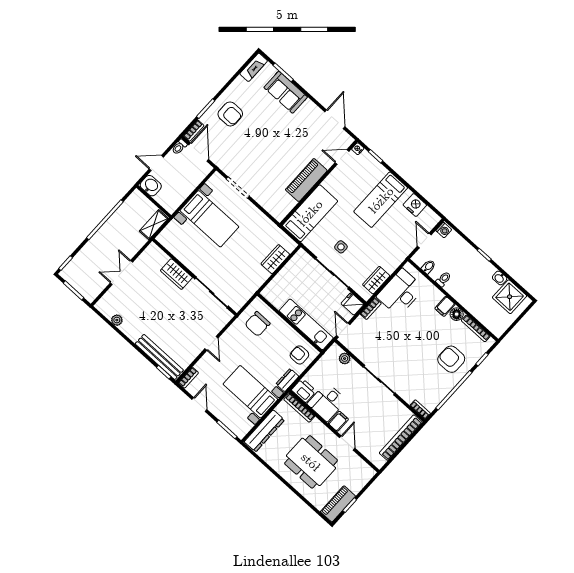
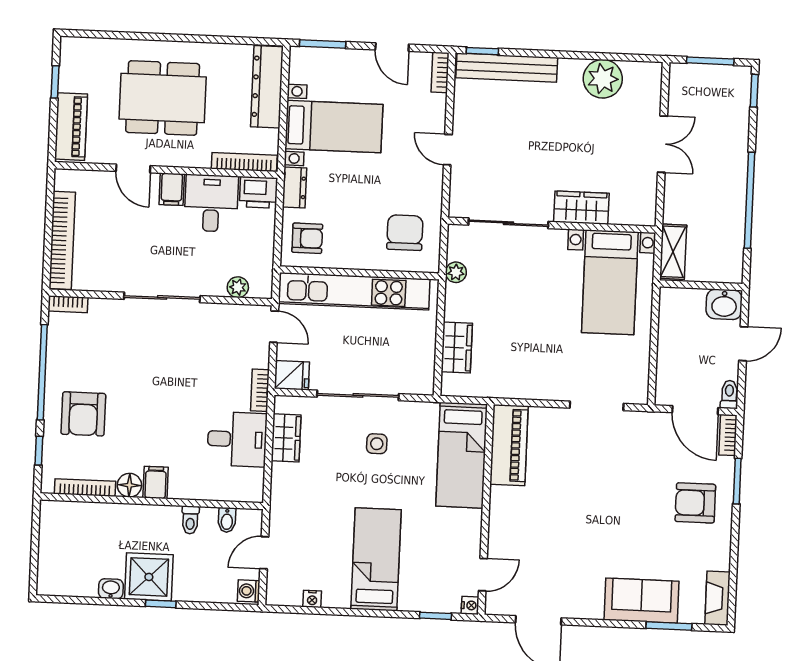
piano: (306, 180) -> (509, 445), moved
nightstand: (415, 205) -> (312, 599), width x0.53, depth x0.56
bed with nightstands: (209, 219) -> (610, 282), moved, turned -90
door: (424, 240) -> (264, 553), swing flipped
plant: (250, 290) -> (456, 272), added
desk: (400, 292) -> (237, 439), width x0.73
shower: (510, 297) -> (149, 577), moved
plant: (117, 320) -> (603, 79), width x1.87, depth x1.87
kitchen unit: (306, 324) -> (354, 291), width x1.36
armchair: (451, 359) -> (83, 414), turned 90
piano: (338, 504) -> (71, 127), moved

